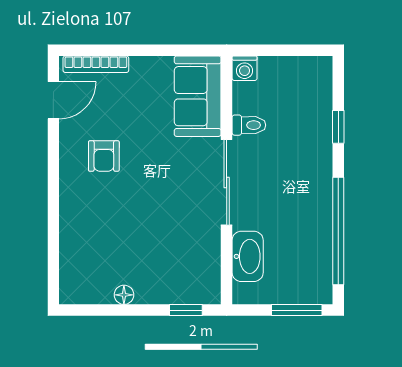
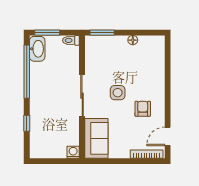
toilet: (249, 125) -> (71, 40), moved
side table: (155, 188) -> (118, 93), added
washbasin: (248, 256) -> (37, 49), moved, turned 180
window: (186, 310) -> (102, 33), width x1.50

